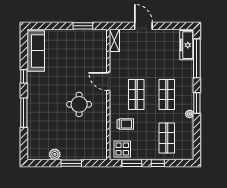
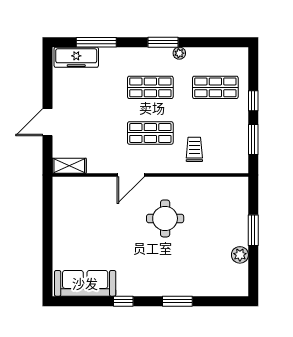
window: (83, 26) -> (48, 213), removed
window: (197, 58) -> (96, 42), width x0.68
window: (24, 113) -> (177, 301), width x0.69
display table: (122, 149) -> (232, 154), removed

